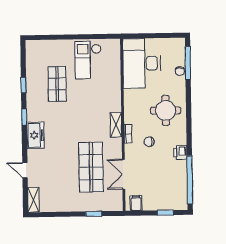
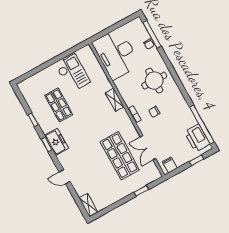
checkout: (88, 60) -> (73, 73), turned 180
shelving: (116, 125) -> (115, 100), moved
freezer: (35, 135) -> (56, 142), moved
printer: (180, 152) -> (197, 138), moved, width x1.87, depth x1.48
door: (25, 170) -> (65, 177), moved

